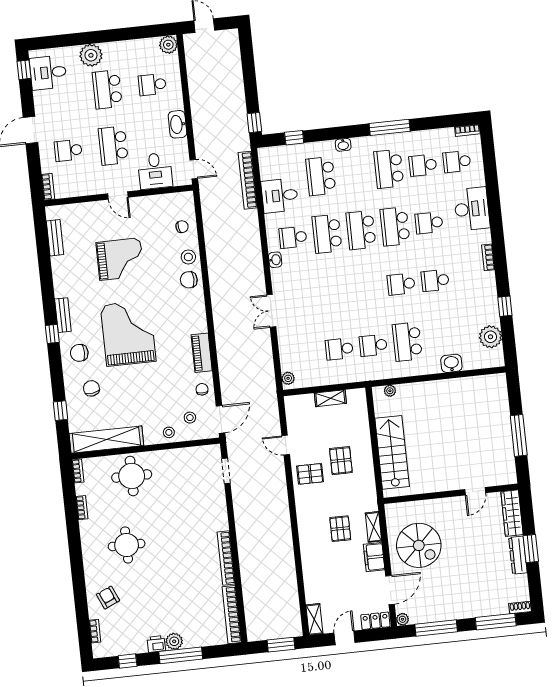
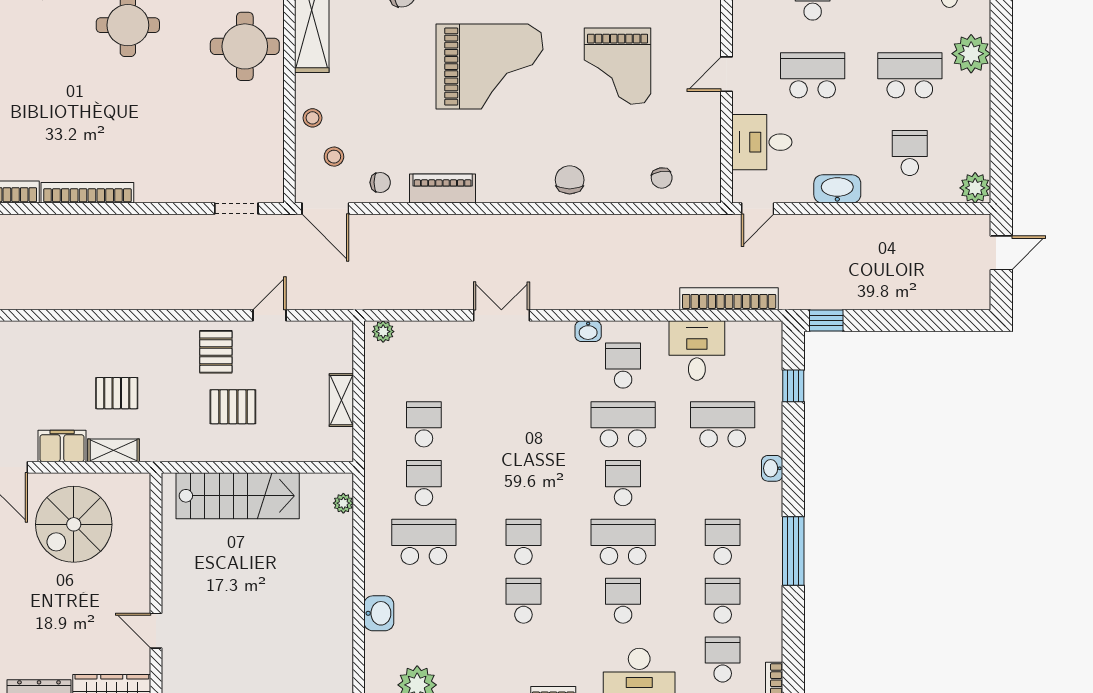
school desk: (389, 169) -> (723, 542), width x0.54
school desk: (361, 230) -> (623, 483), width x0.54
stool: (188, 257) -> (609, 183), removed

